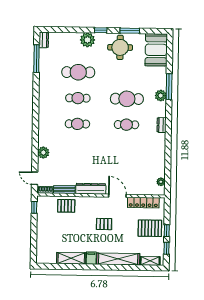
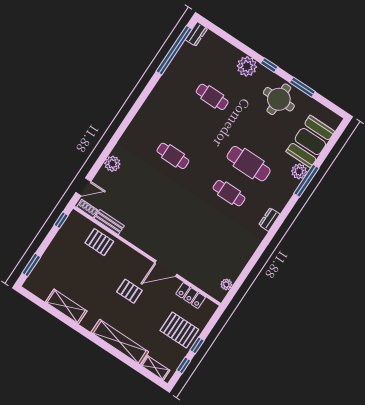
booth: (156, 50) -> (310, 141), moved
window: (36, 59) -> (174, 50), width x1.46
cafe table: (78, 72) -> (212, 97), width x0.73, depth x0.74
plant: (161, 96) -> (299, 171), moved
cafe table: (78, 98) -> (193, 126), removed
door: (35, 178) -> (83, 187), swing flipped
dresser: (91, 189) -> (140, 241), removed
door: (117, 196) -> (166, 268), swing flipped
locker: (143, 203) -> (191, 296), width x0.66
window: (34, 247) -> (31, 265), added
filing cabinet: (91, 258) -> (89, 321), removed

